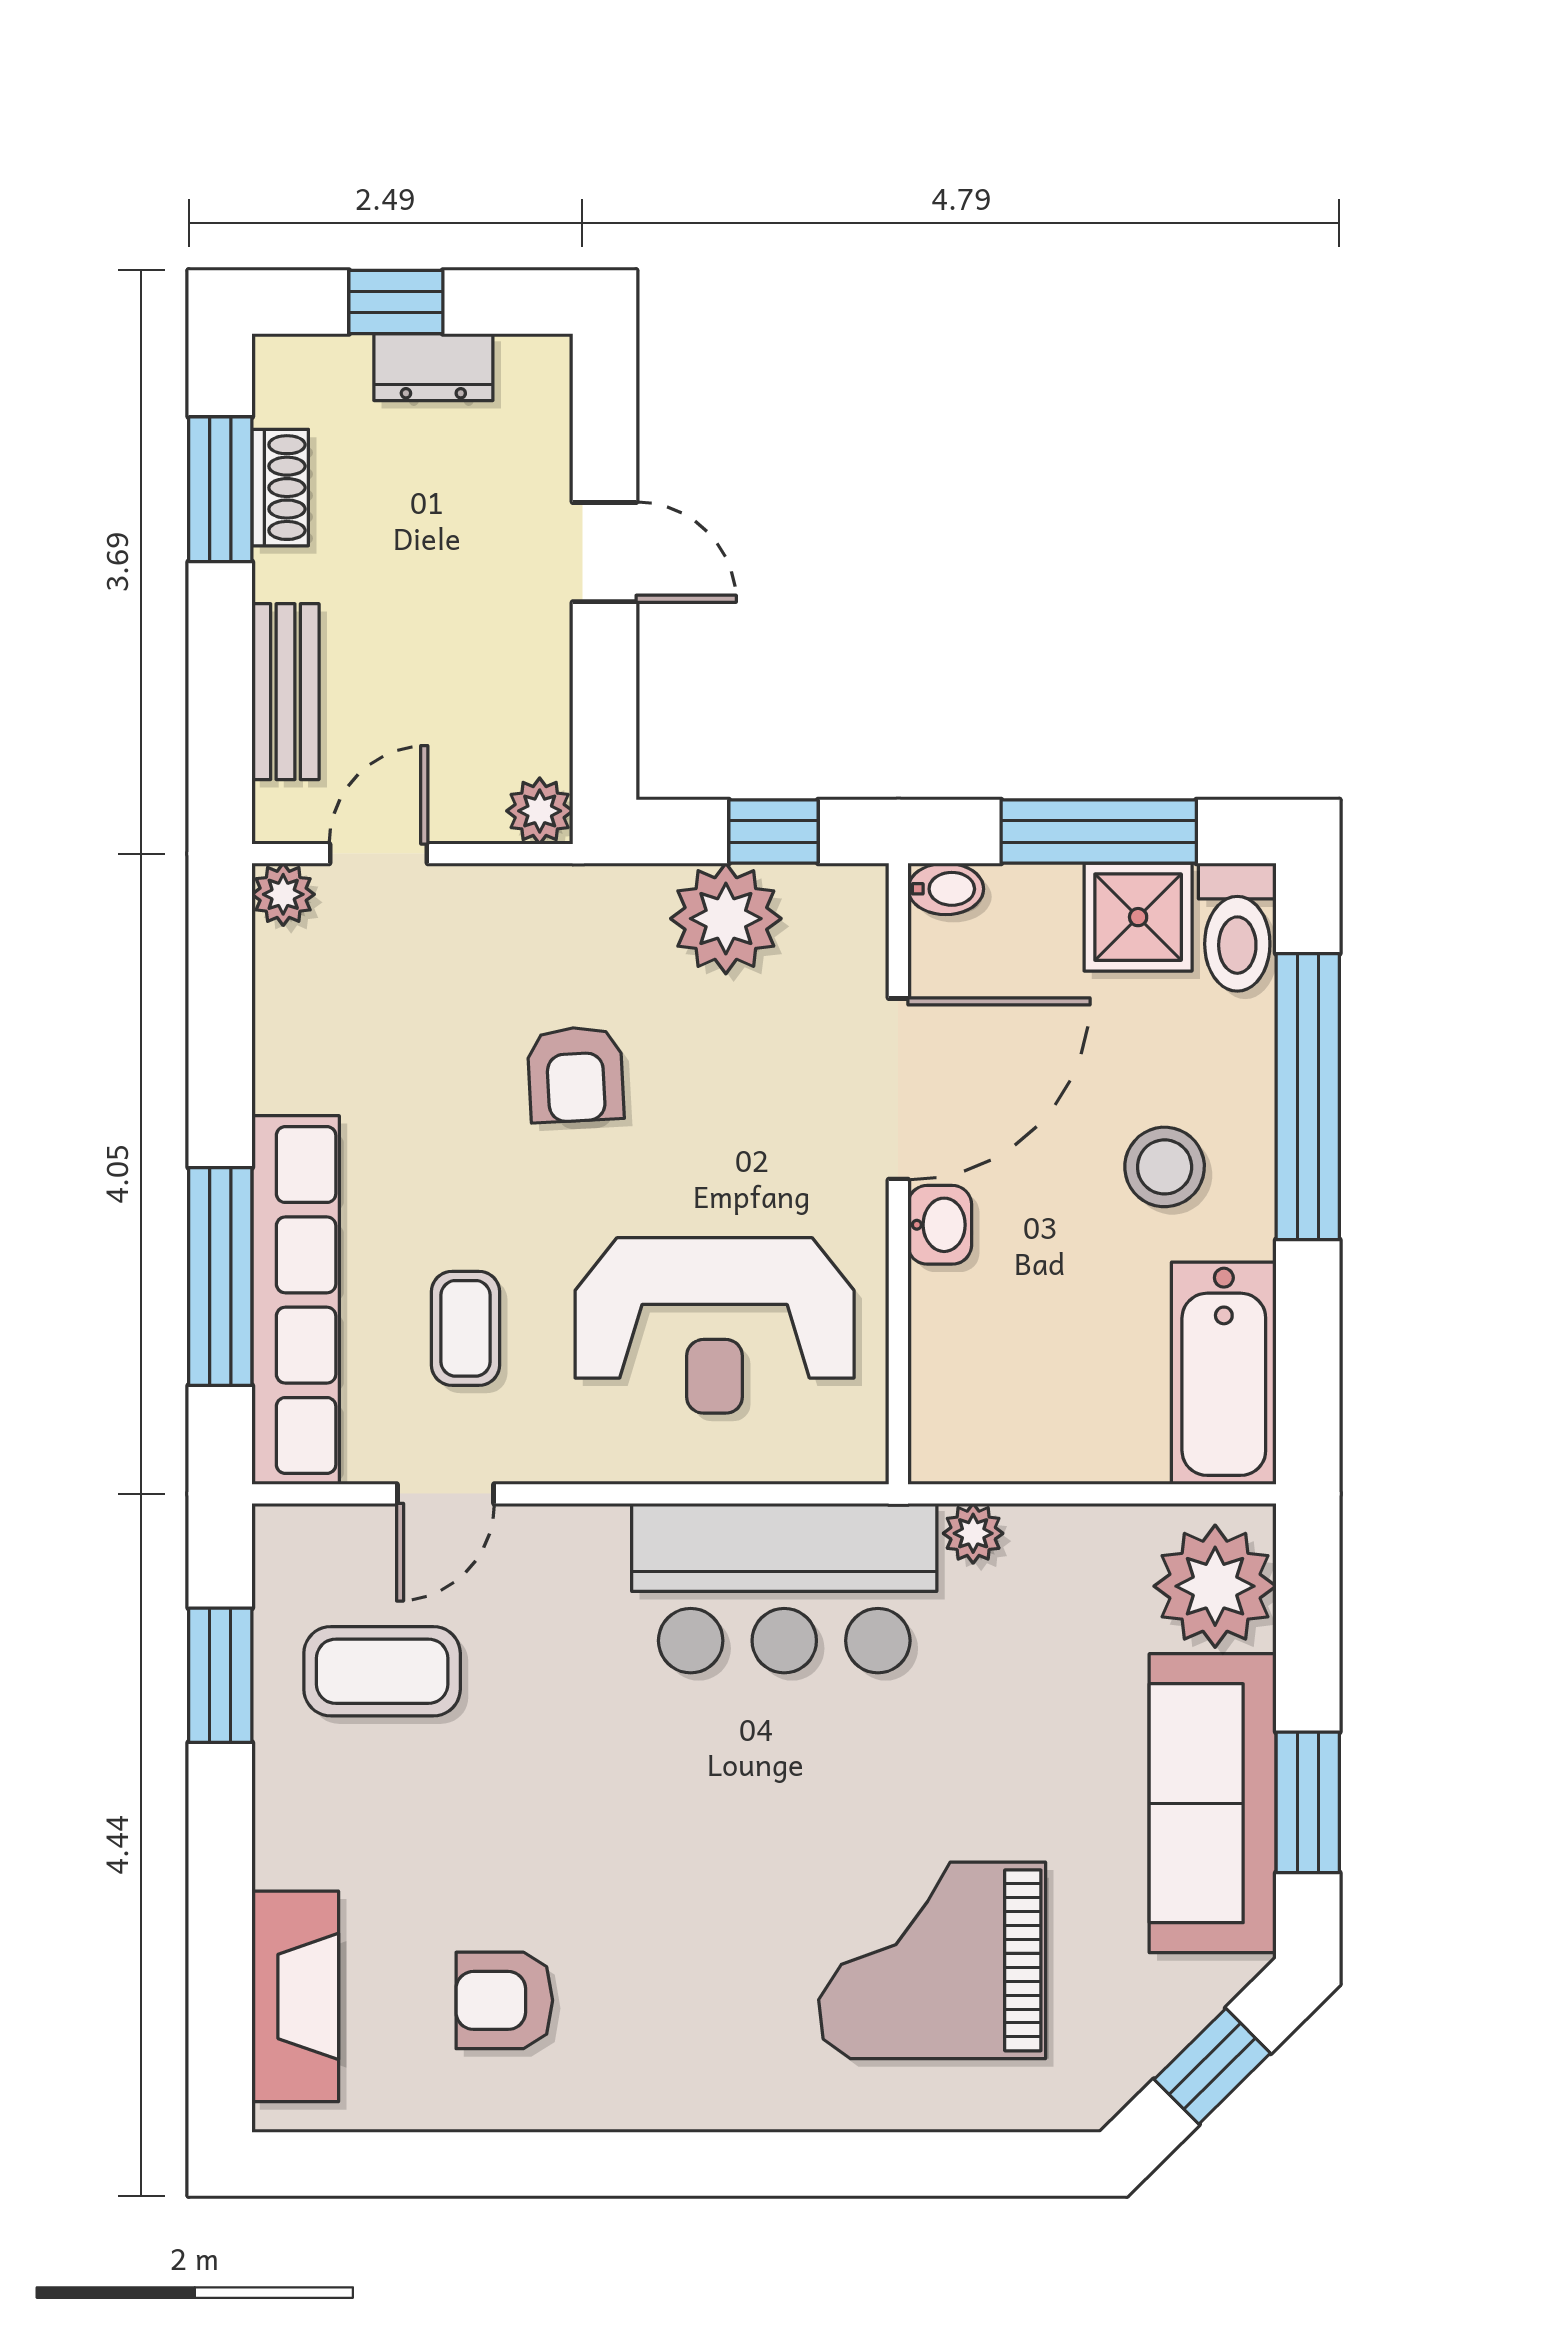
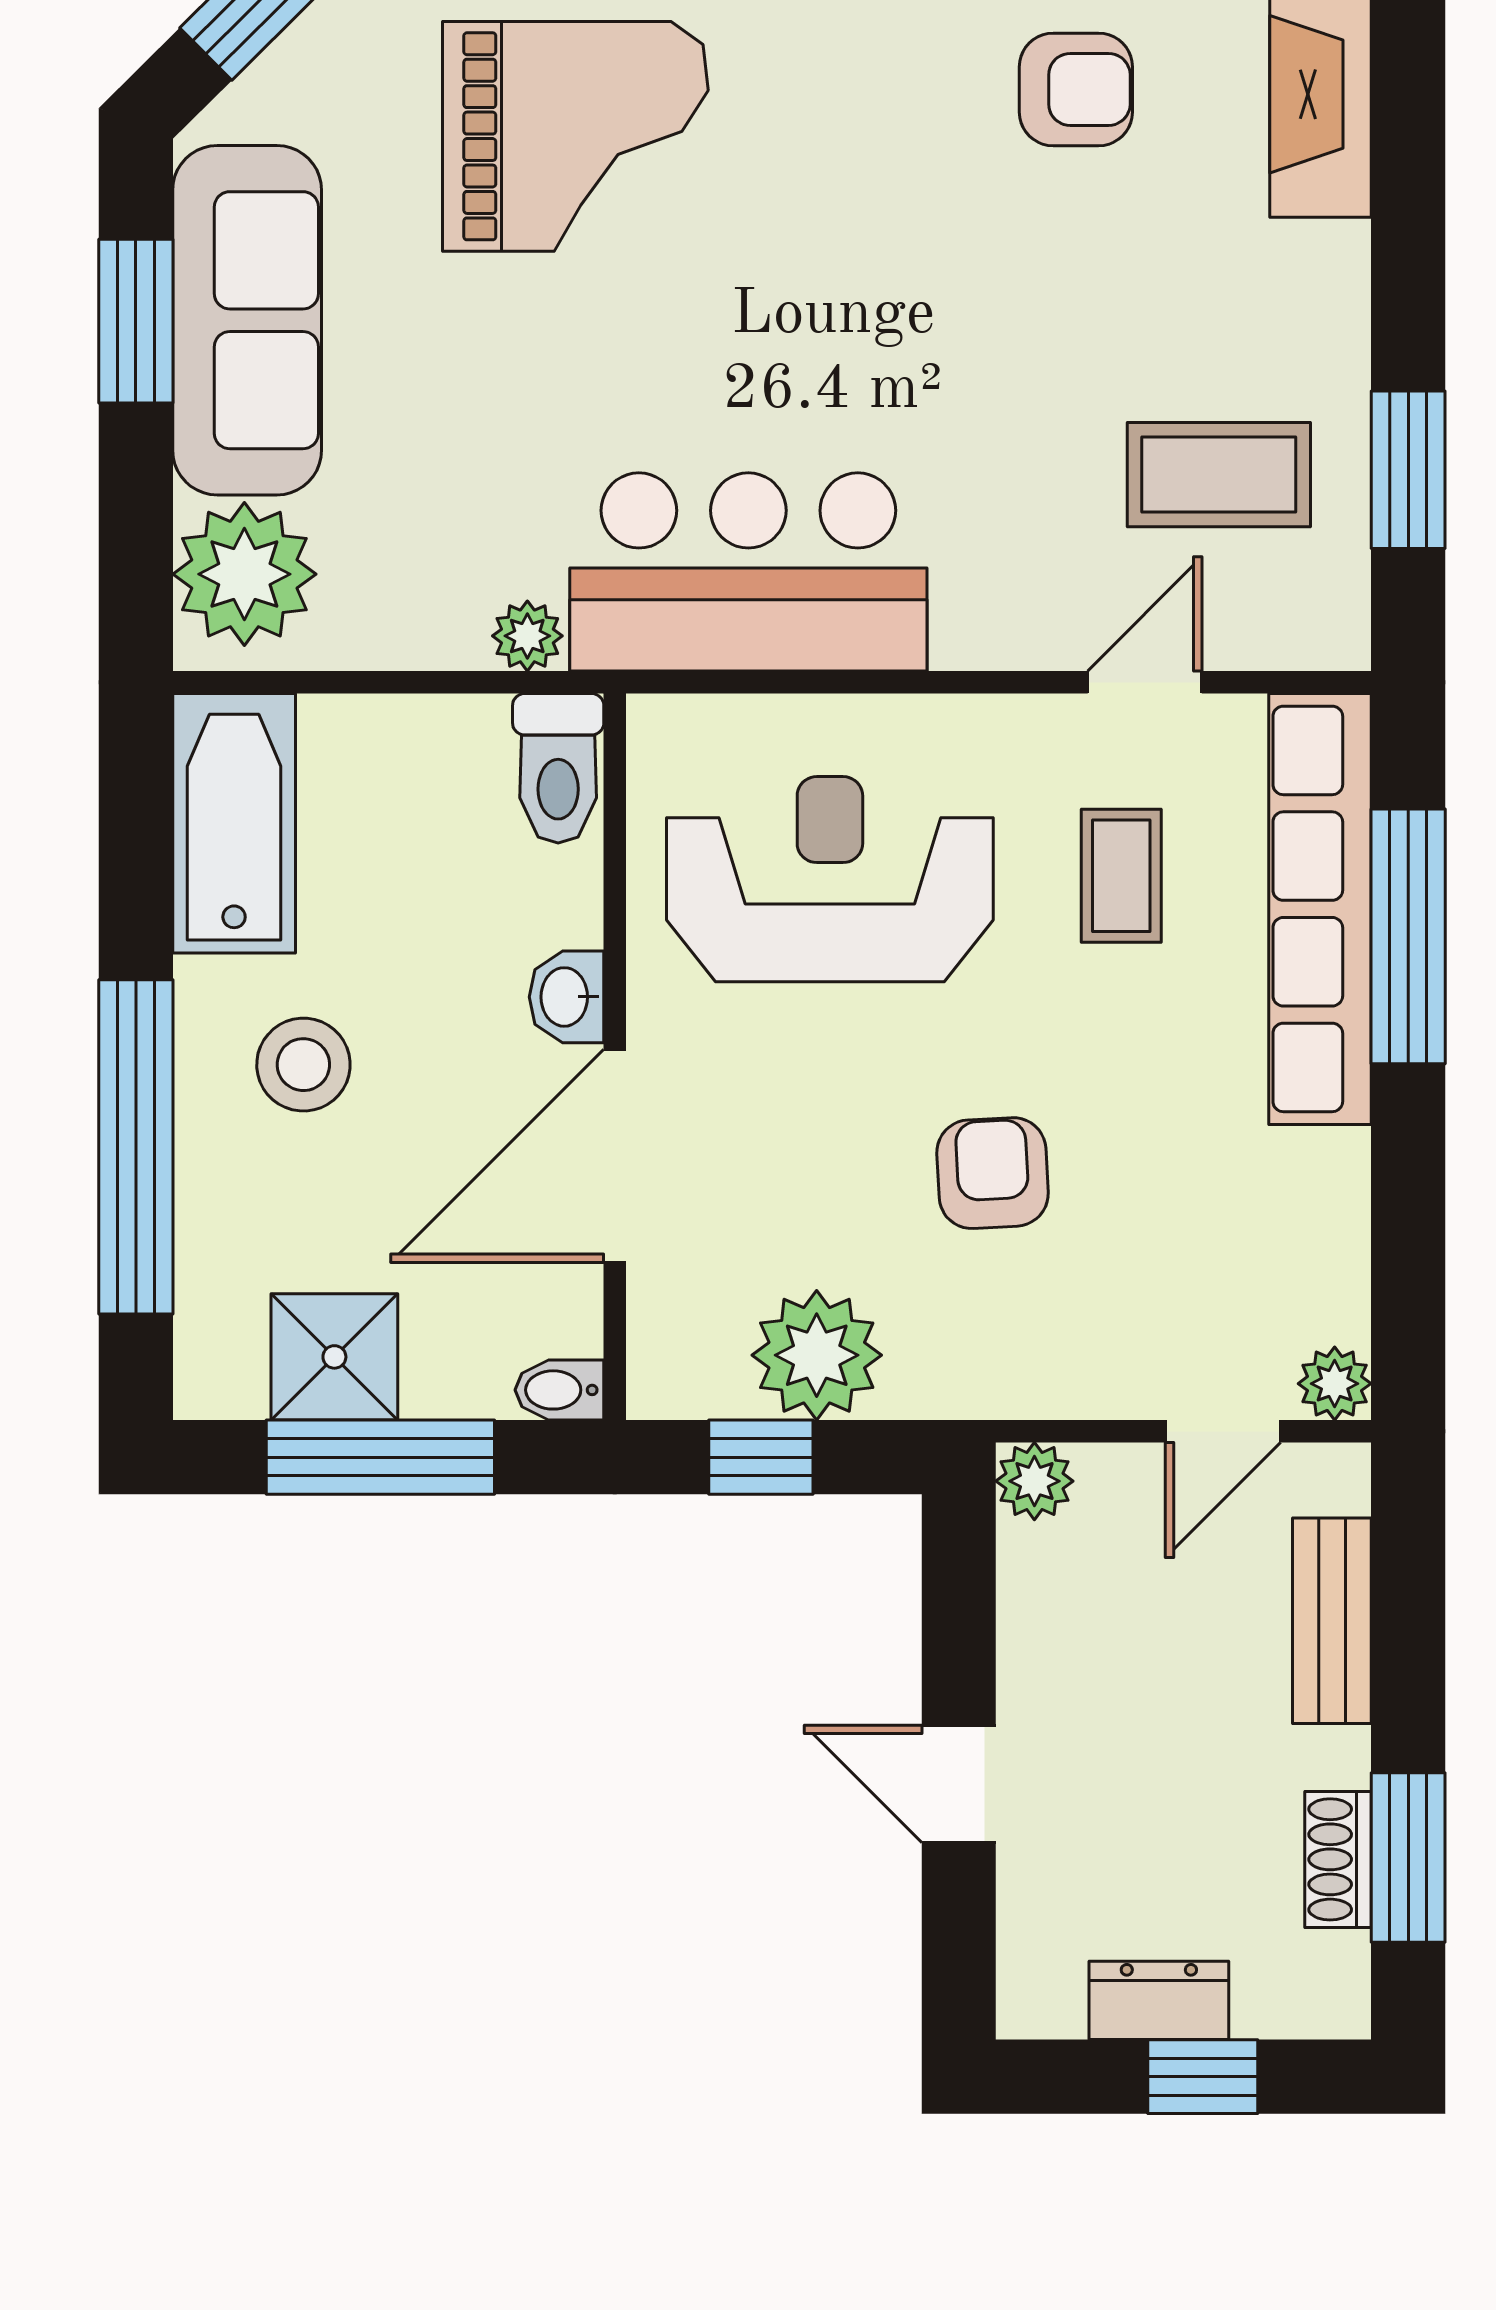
toilet: (1237, 927) -> (558, 768), moved, turned 180

